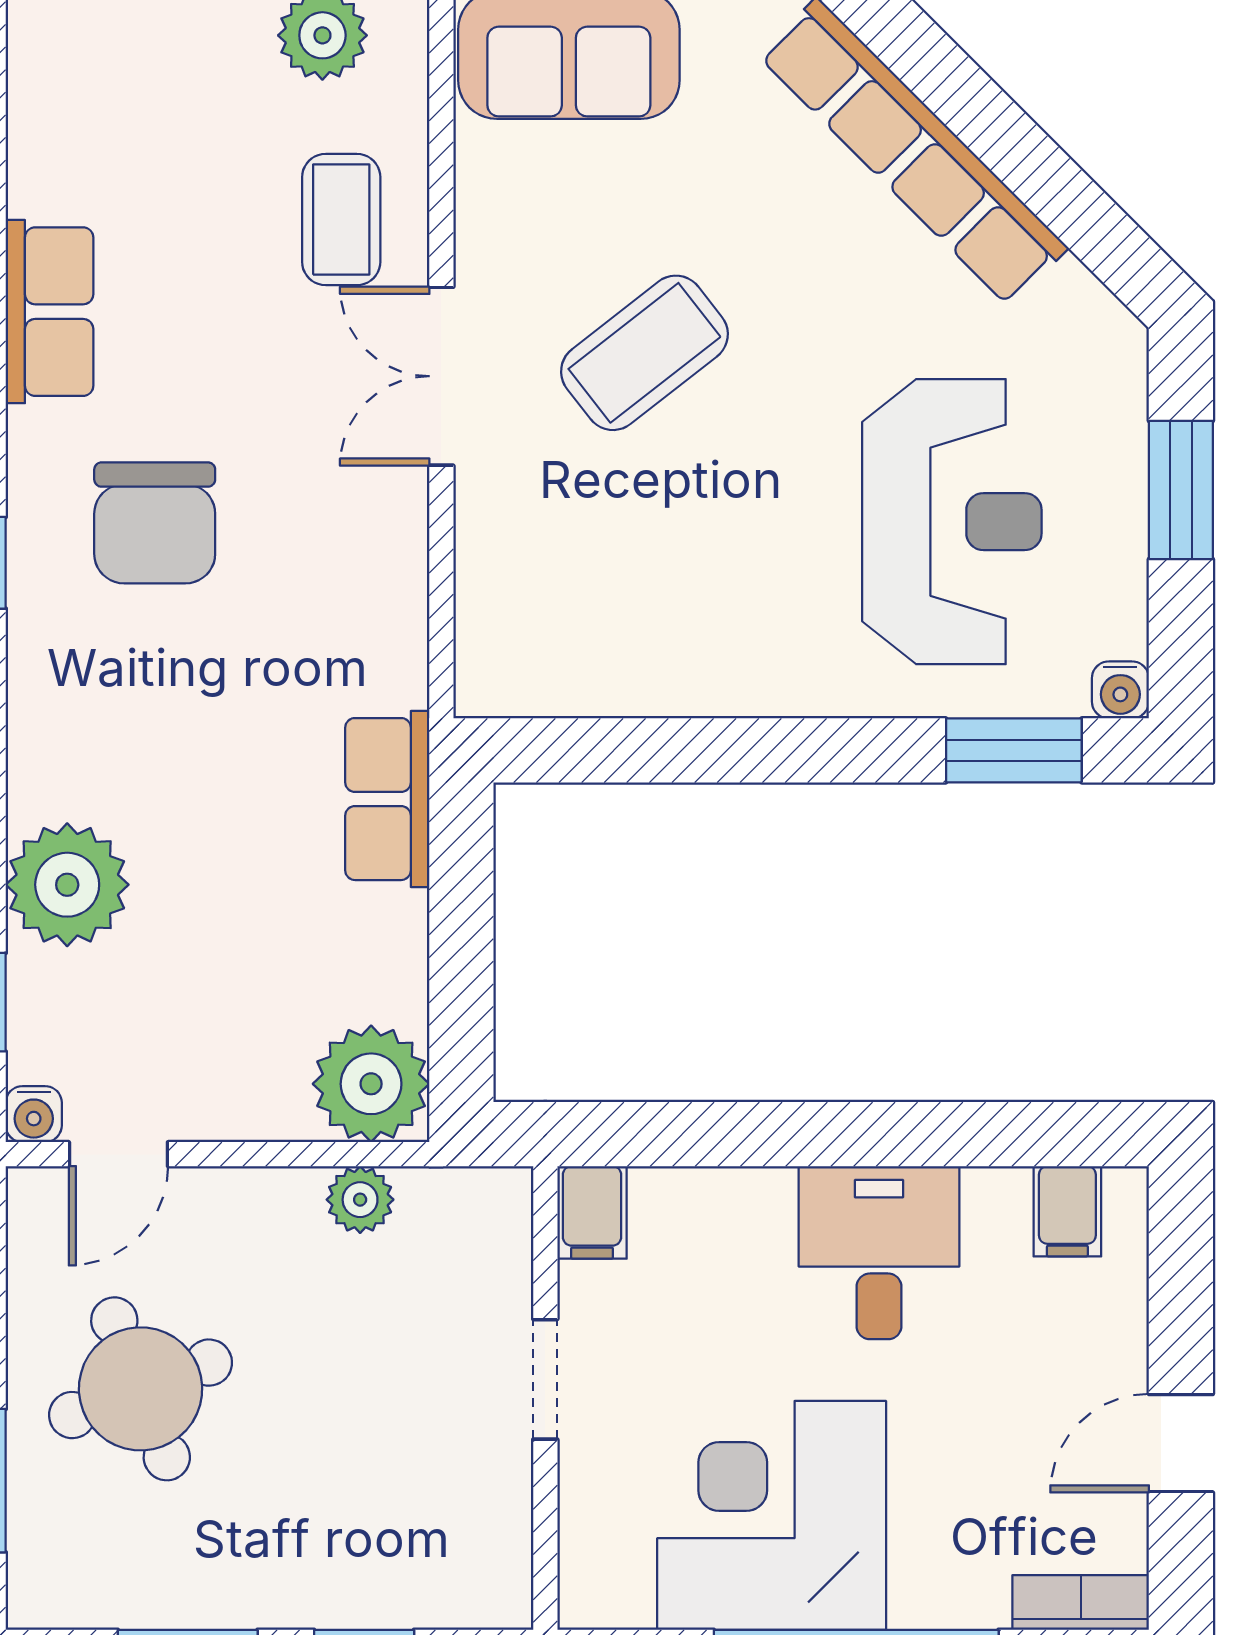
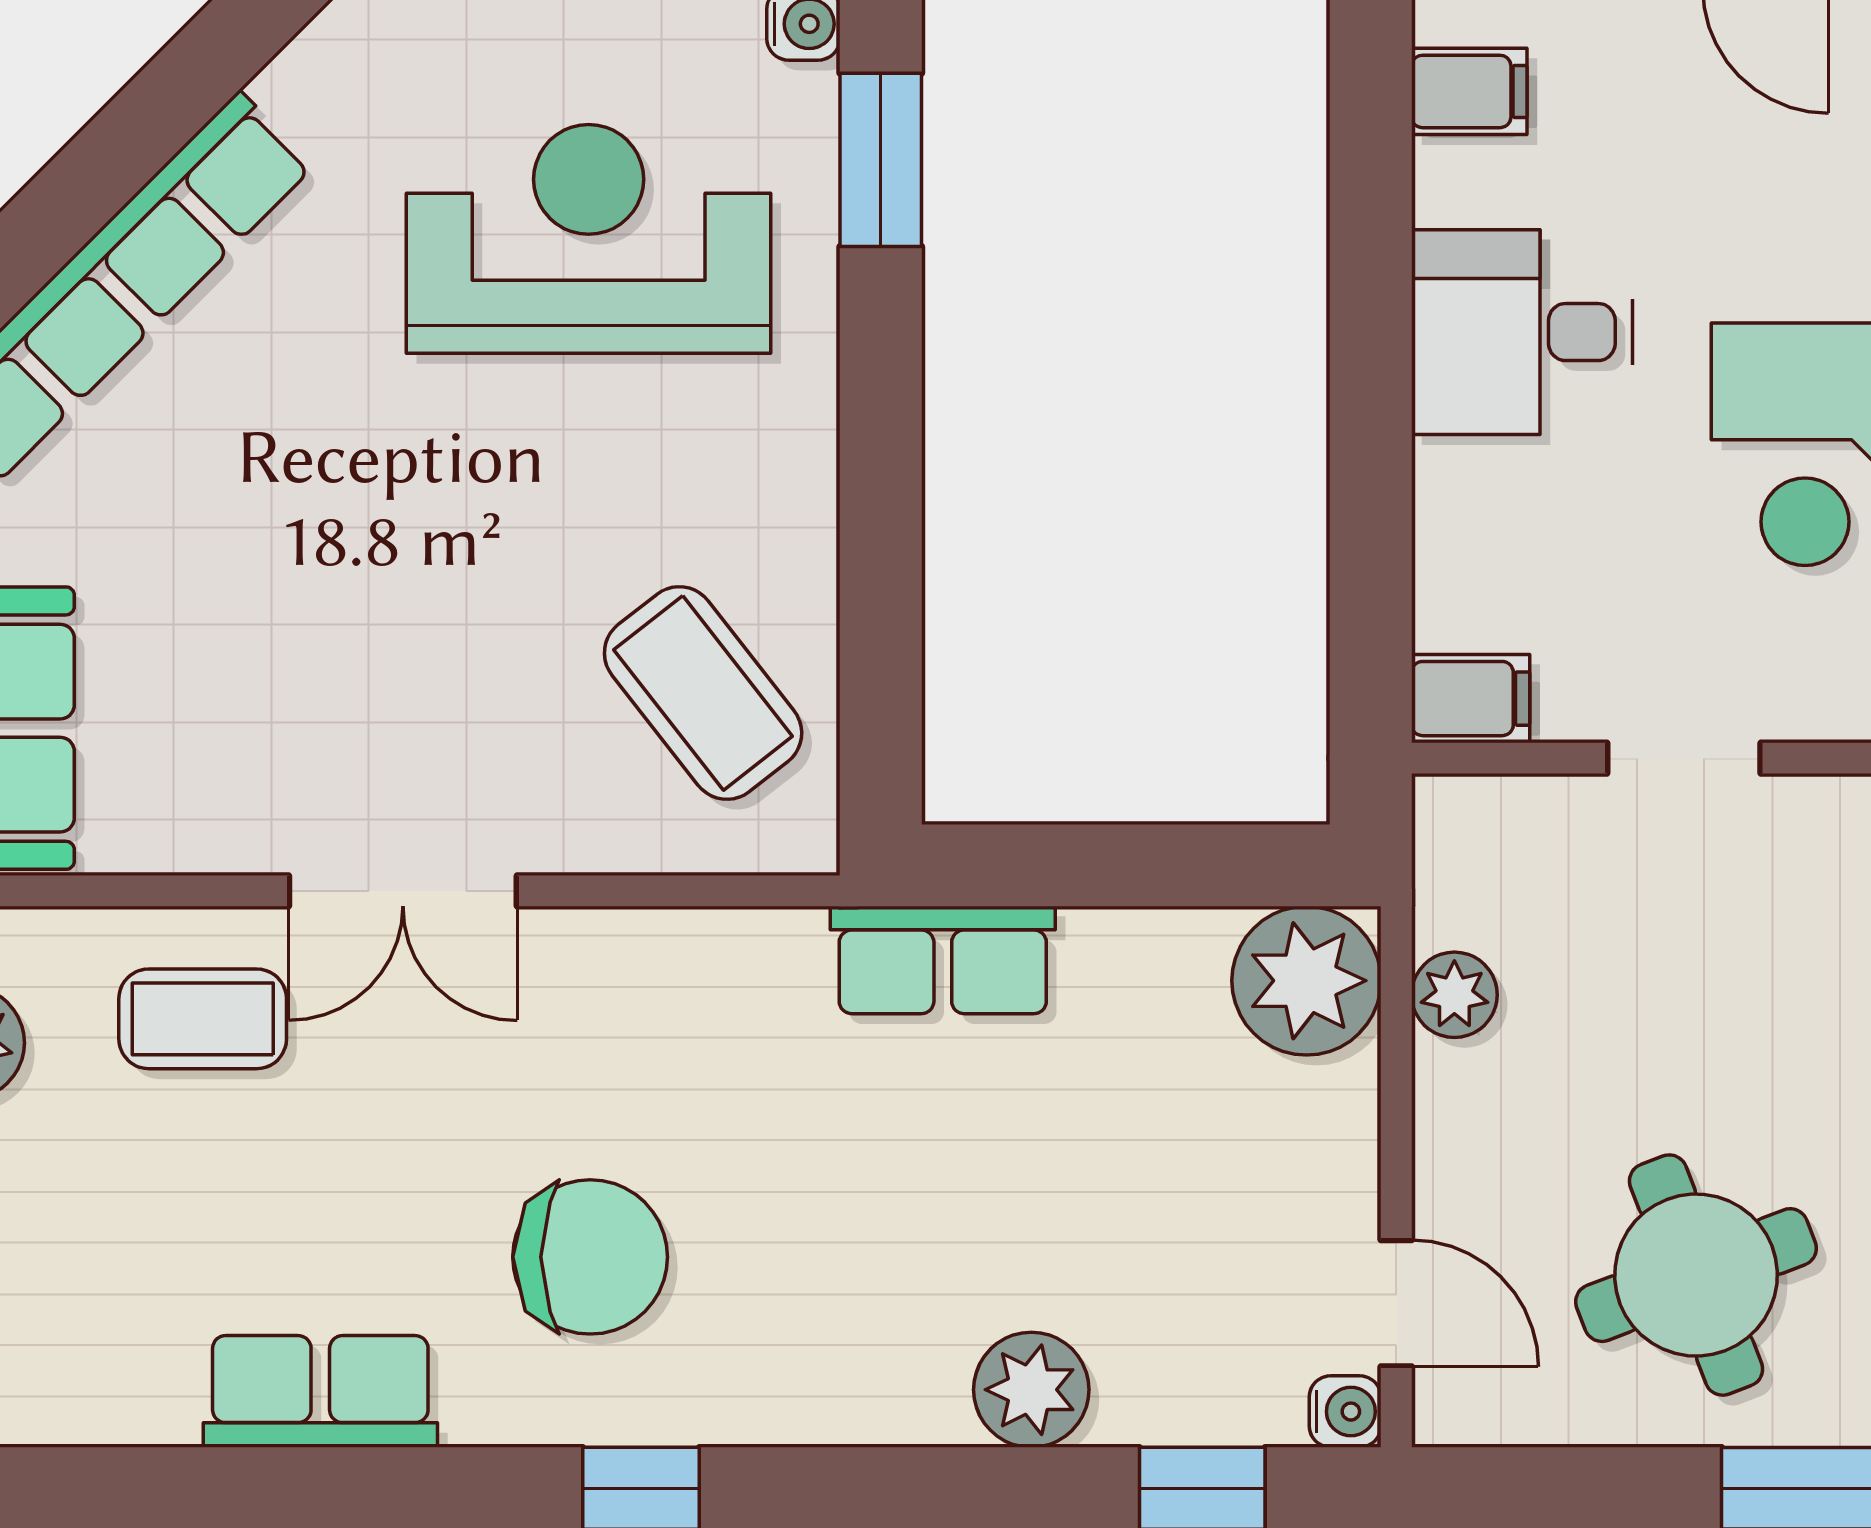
coffee table: (644, 353) -> (703, 693), moved
plant: (67, 885) -> (1031, 1390), width x0.73, depth x0.73

